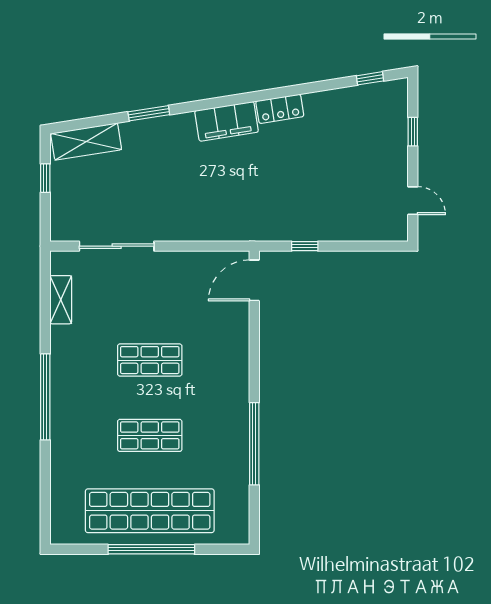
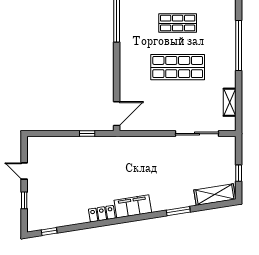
door: (413, 201) -> (24, 171), moved
shop shelf: (150, 360) -> (178, 67), width x1.43, depth x1.36

